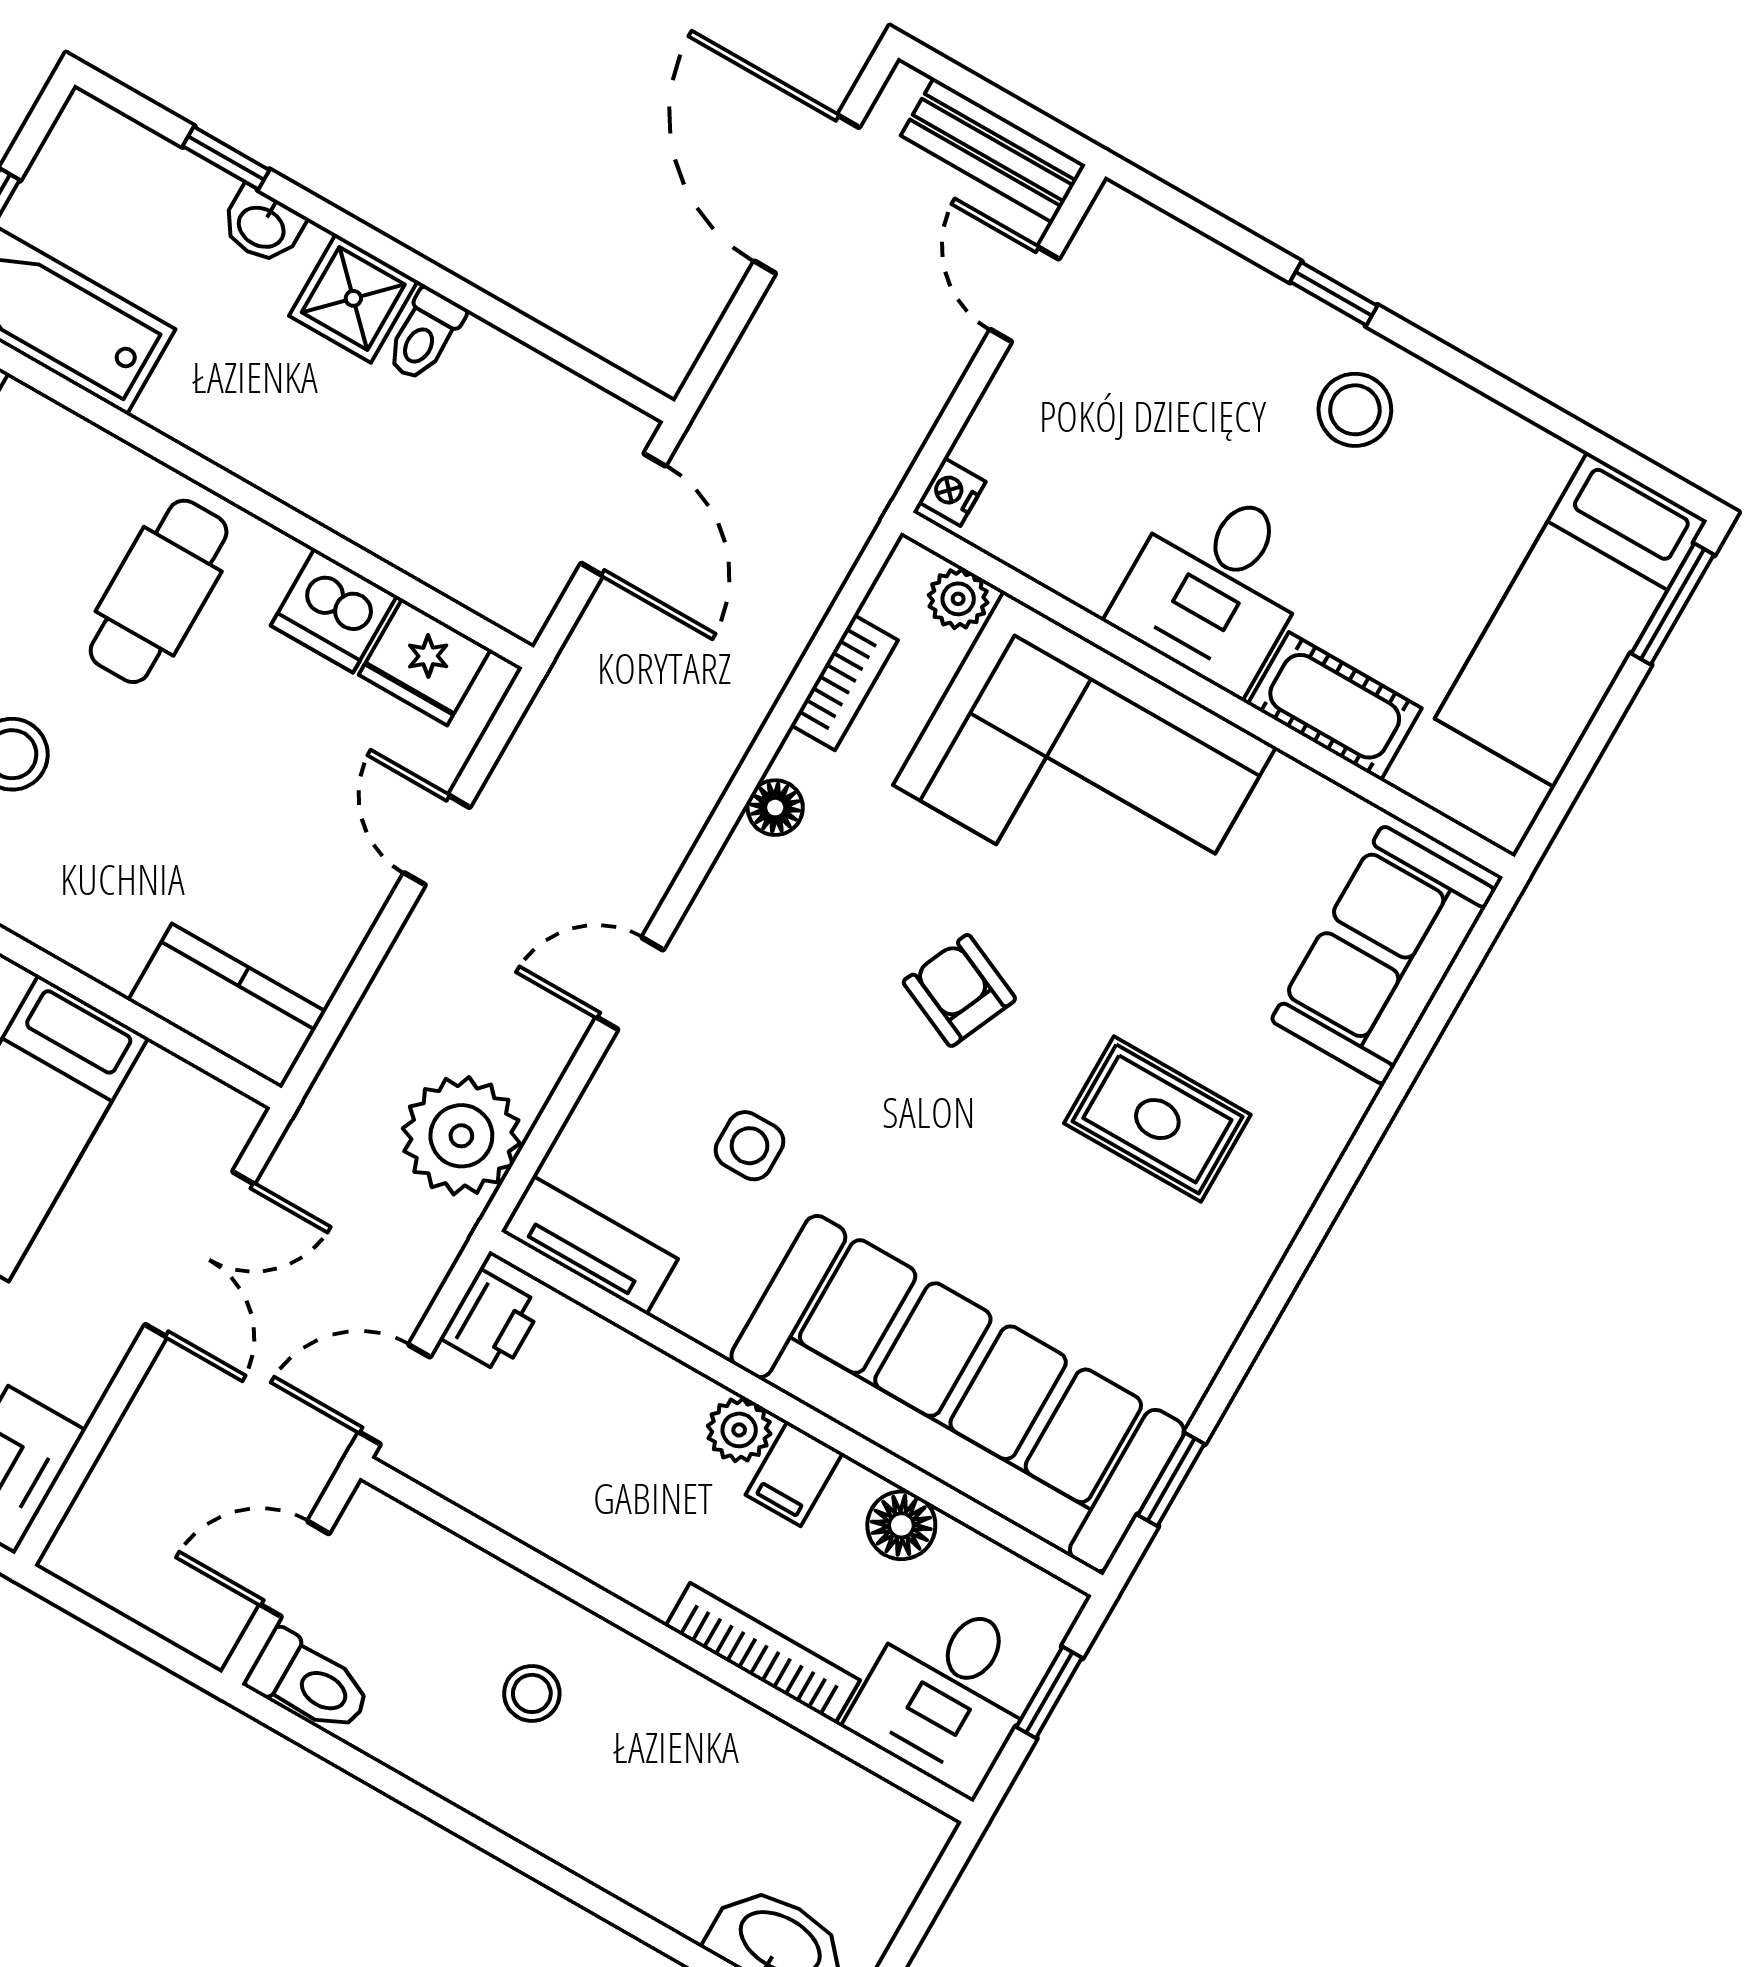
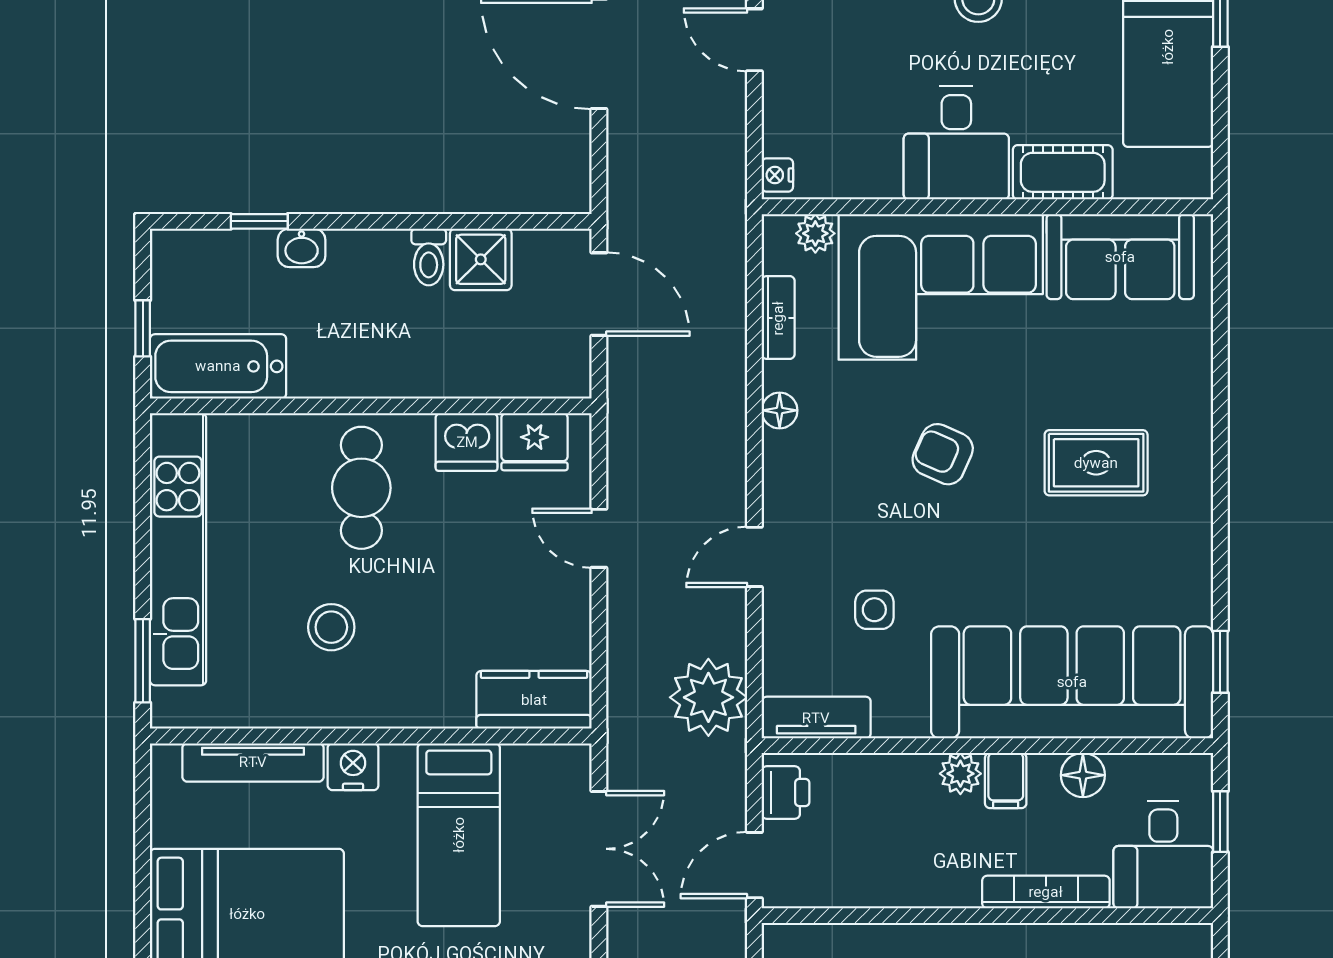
shower: (353, 298) -> (481, 259), moved
sofa: (1383, 955) -> (1120, 257), moved, turned -90

